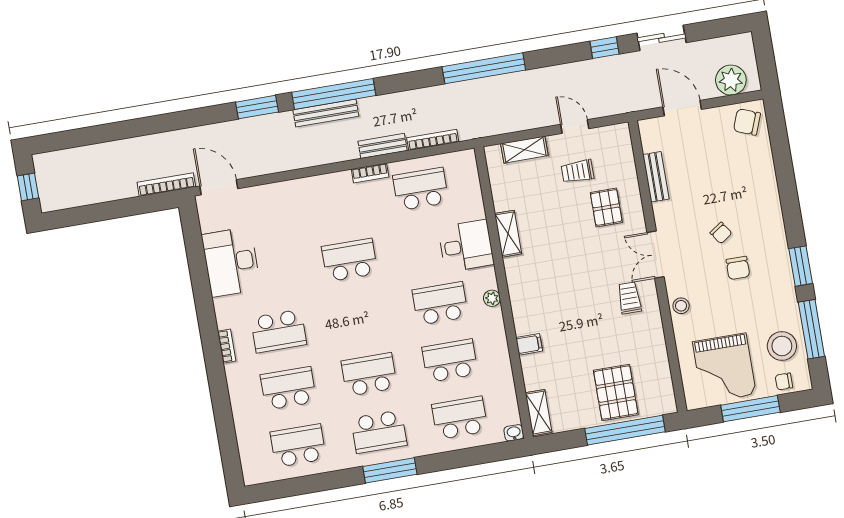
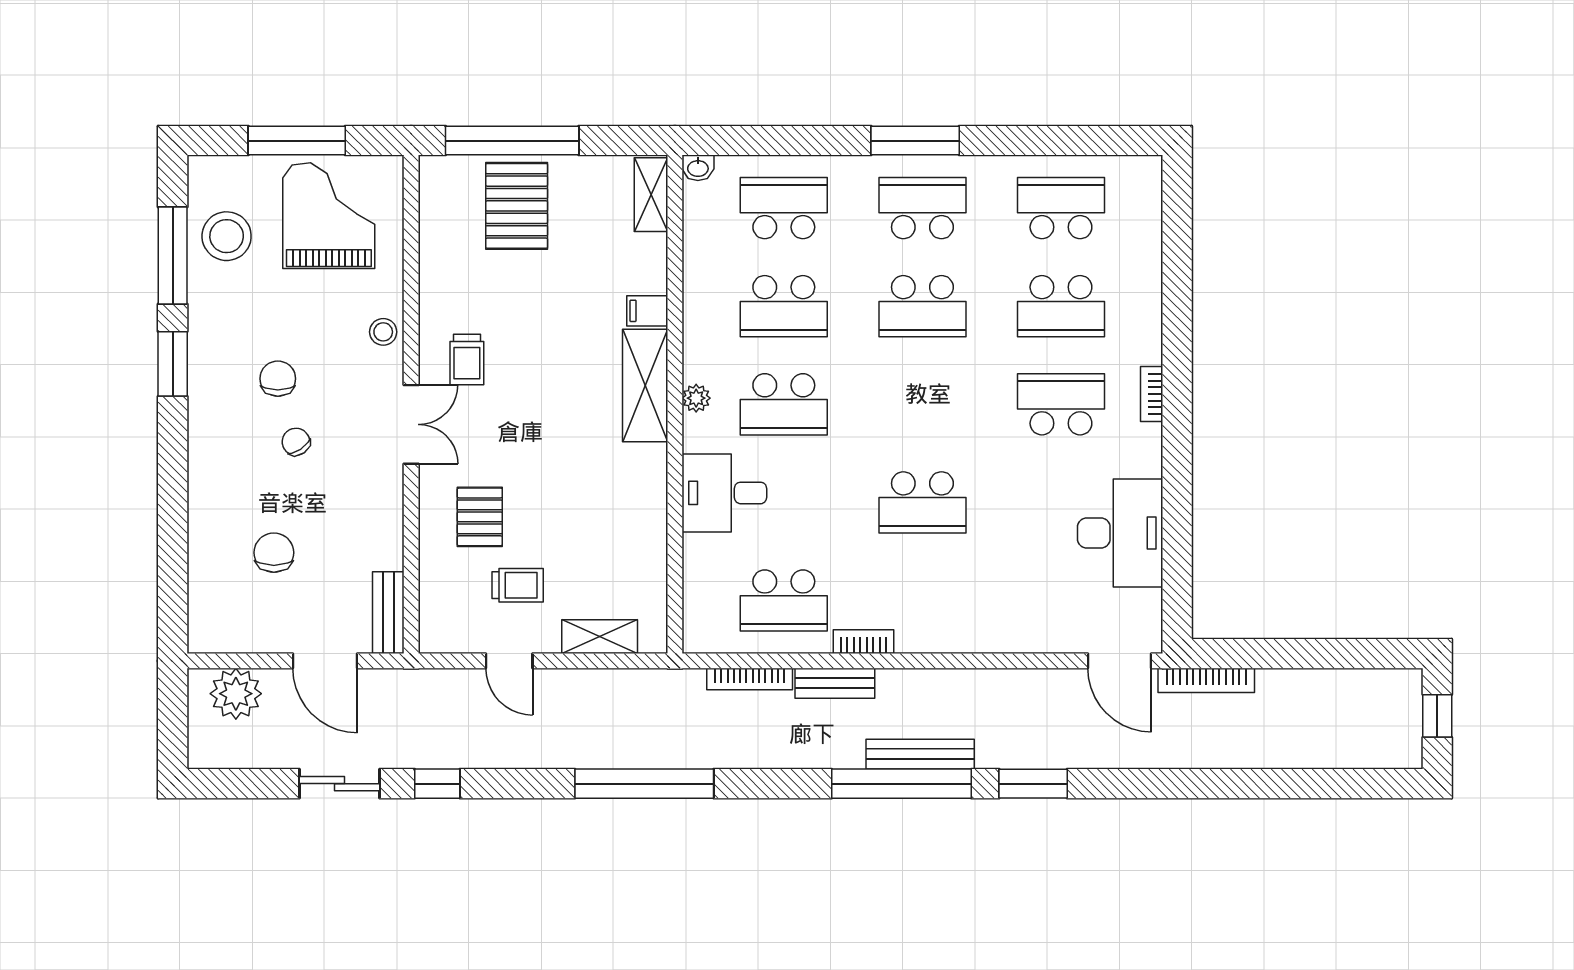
chair: (747, 122) -> (274, 553), moved, turned -111
bench: (656, 177) -> (388, 613), moved
shelving: (508, 234) -> (645, 385), moved, width x1.50, depth x1.33
chair: (784, 381) -> (233, 176), removed
school desk: (460, 418) -> (784, 208), turned 180
school desk: (298, 446) -> (1061, 208), turned 180

